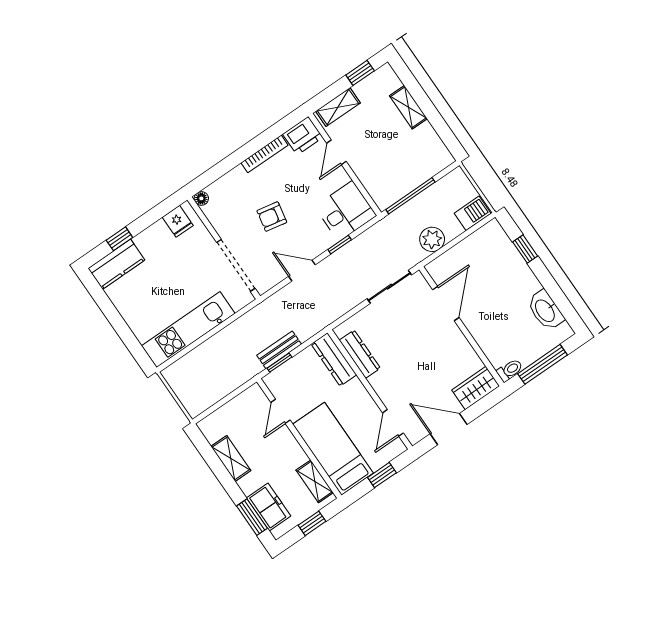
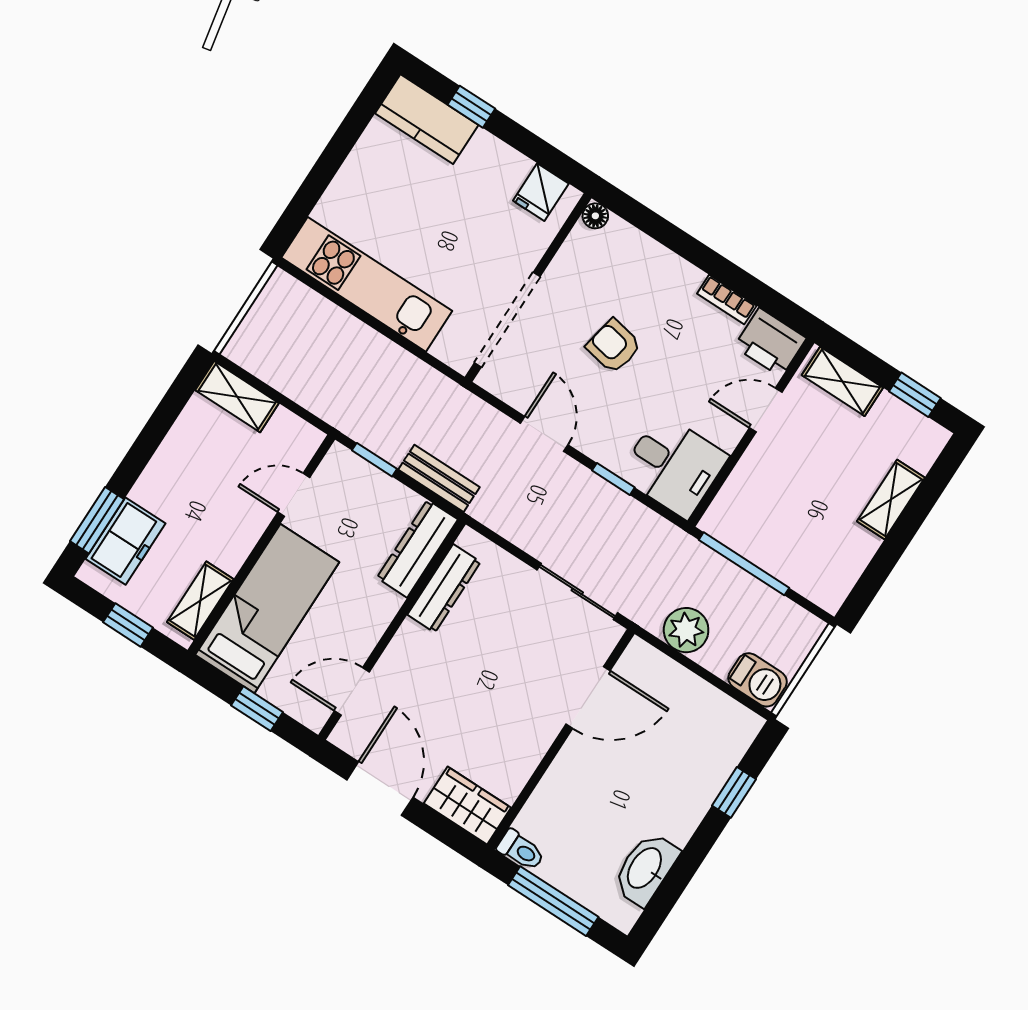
bookcase: (265, 154) -> (727, 300), width x0.64
bench: (279, 350) -> (439, 478), moved
shelving: (231, 458) -> (237, 397), moved, turned 90

